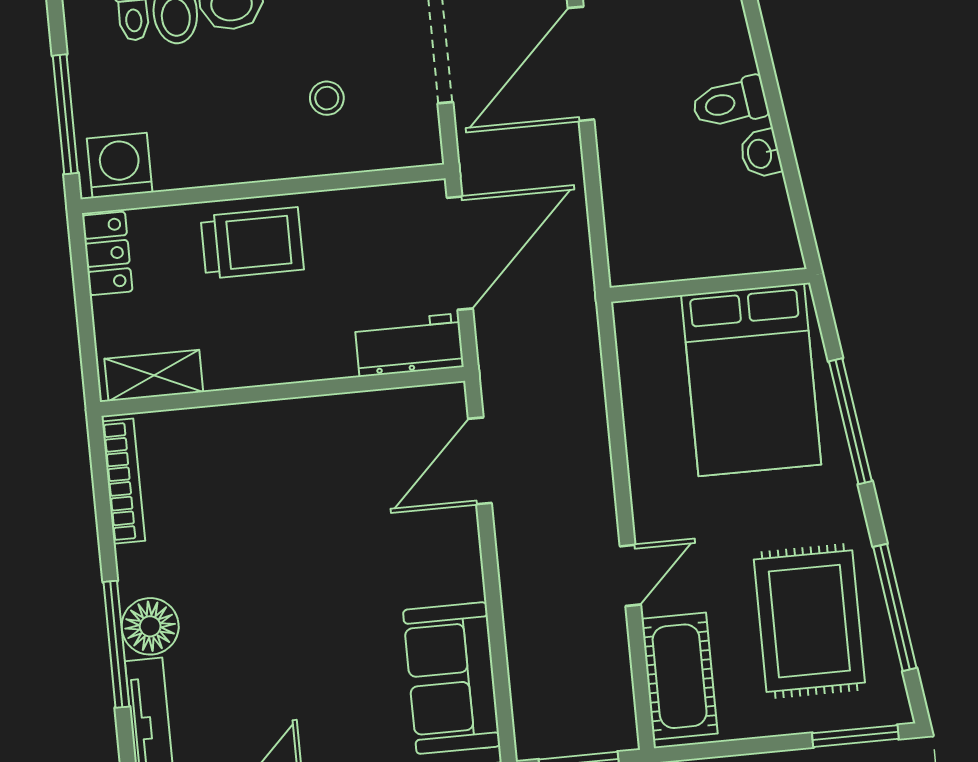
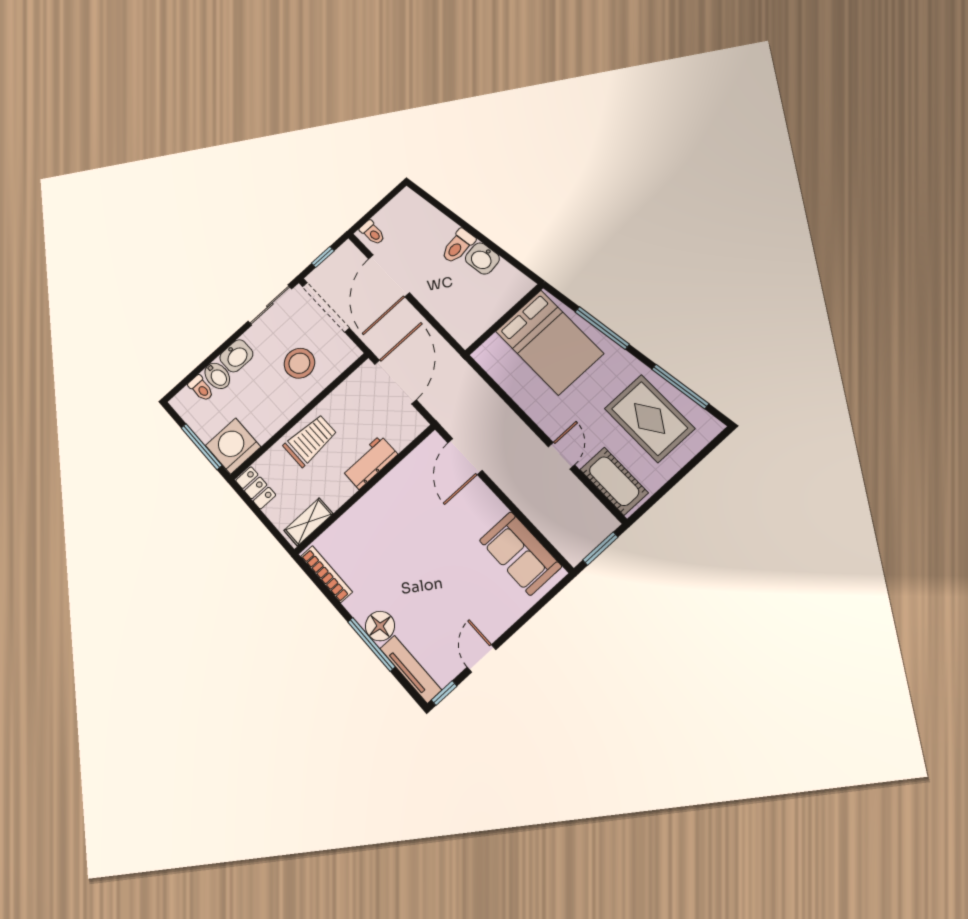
stool: (327, 98) -> (299, 363), width x1.89, depth x1.89
washbasin: (761, 154) -> (482, 259), width x1.38, depth x1.45
washing machine: (120, 165) -> (233, 446), width x1.37, depth x1.37
workbench: (409, 345) -> (370, 462), moved
window: (855, 736) -> (707, 450), removed

